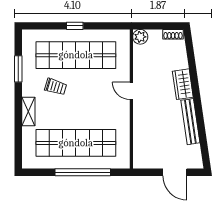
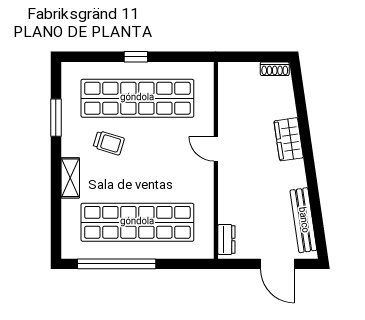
plant: (140, 37) -> (228, 72), removed
bench: (190, 122) -> (303, 220), moved
dresser: (139, 155) -> (226, 239), added
window: (83, 172) -> (117, 264), moved

